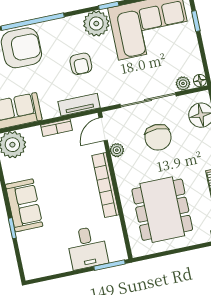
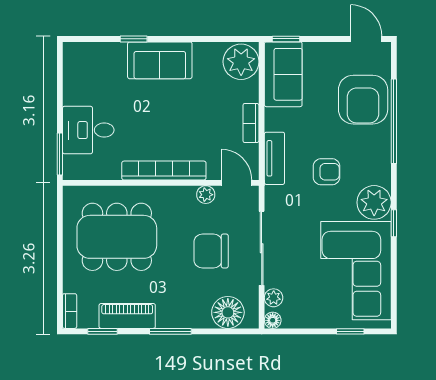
armchair: (81, 64) -> (327, 172), turned 180

